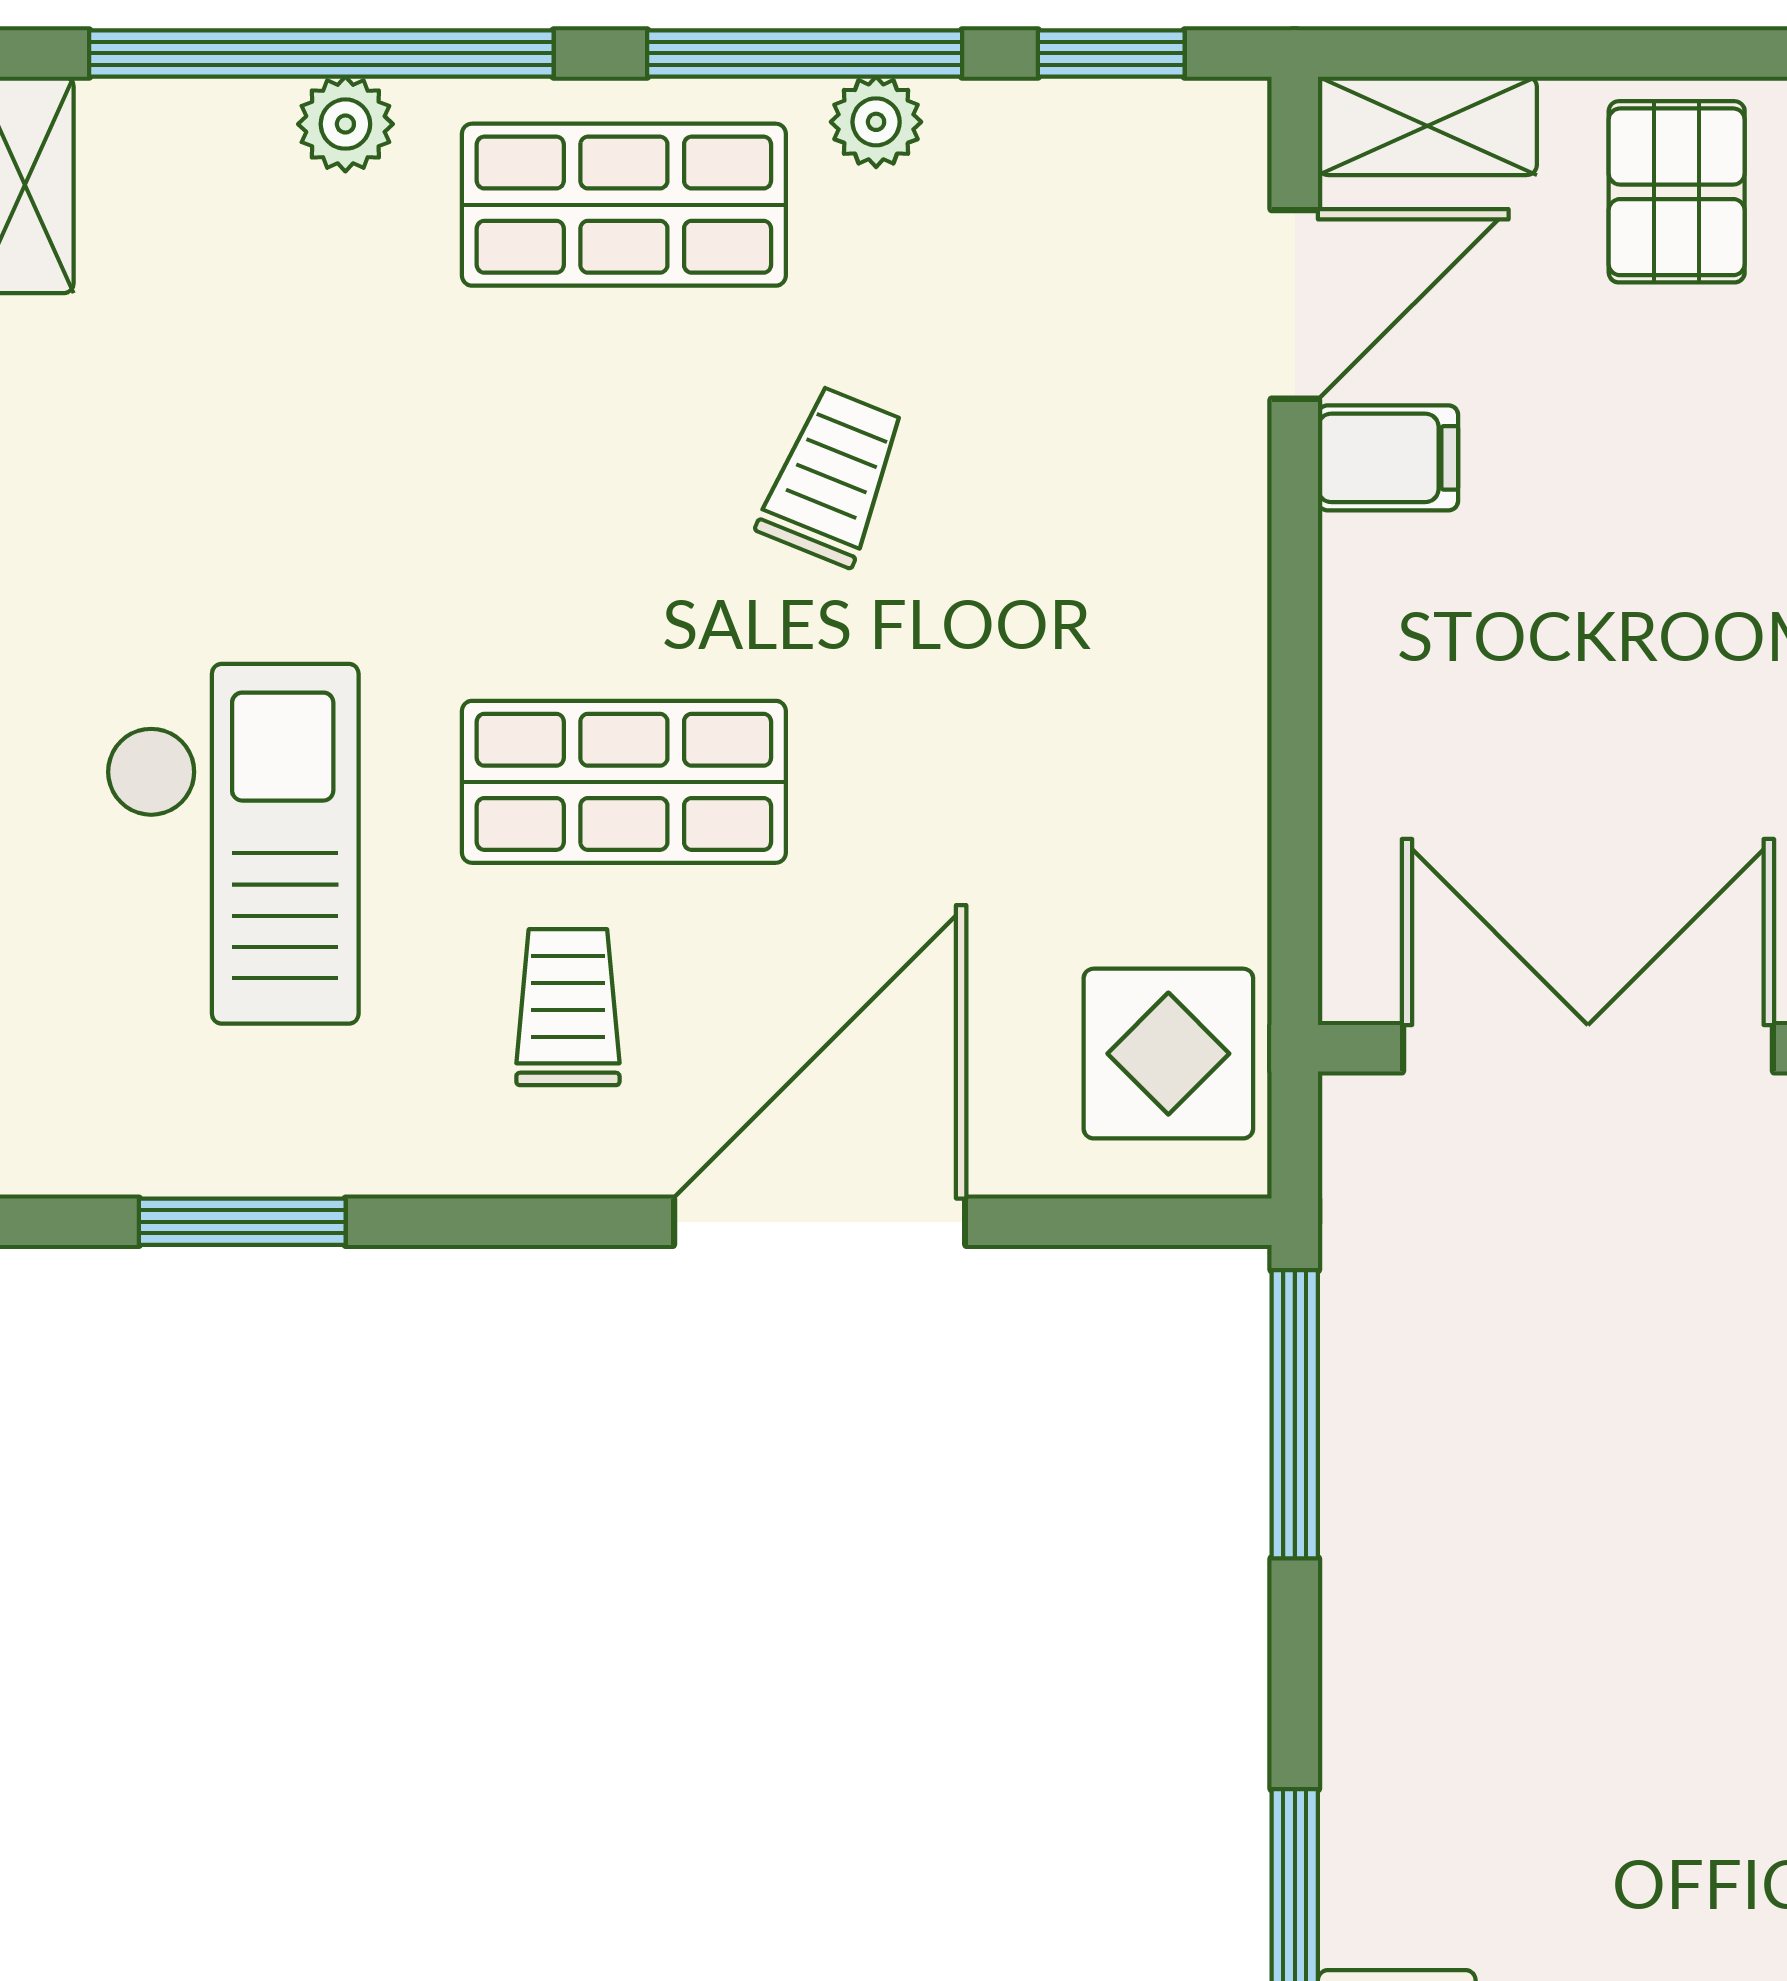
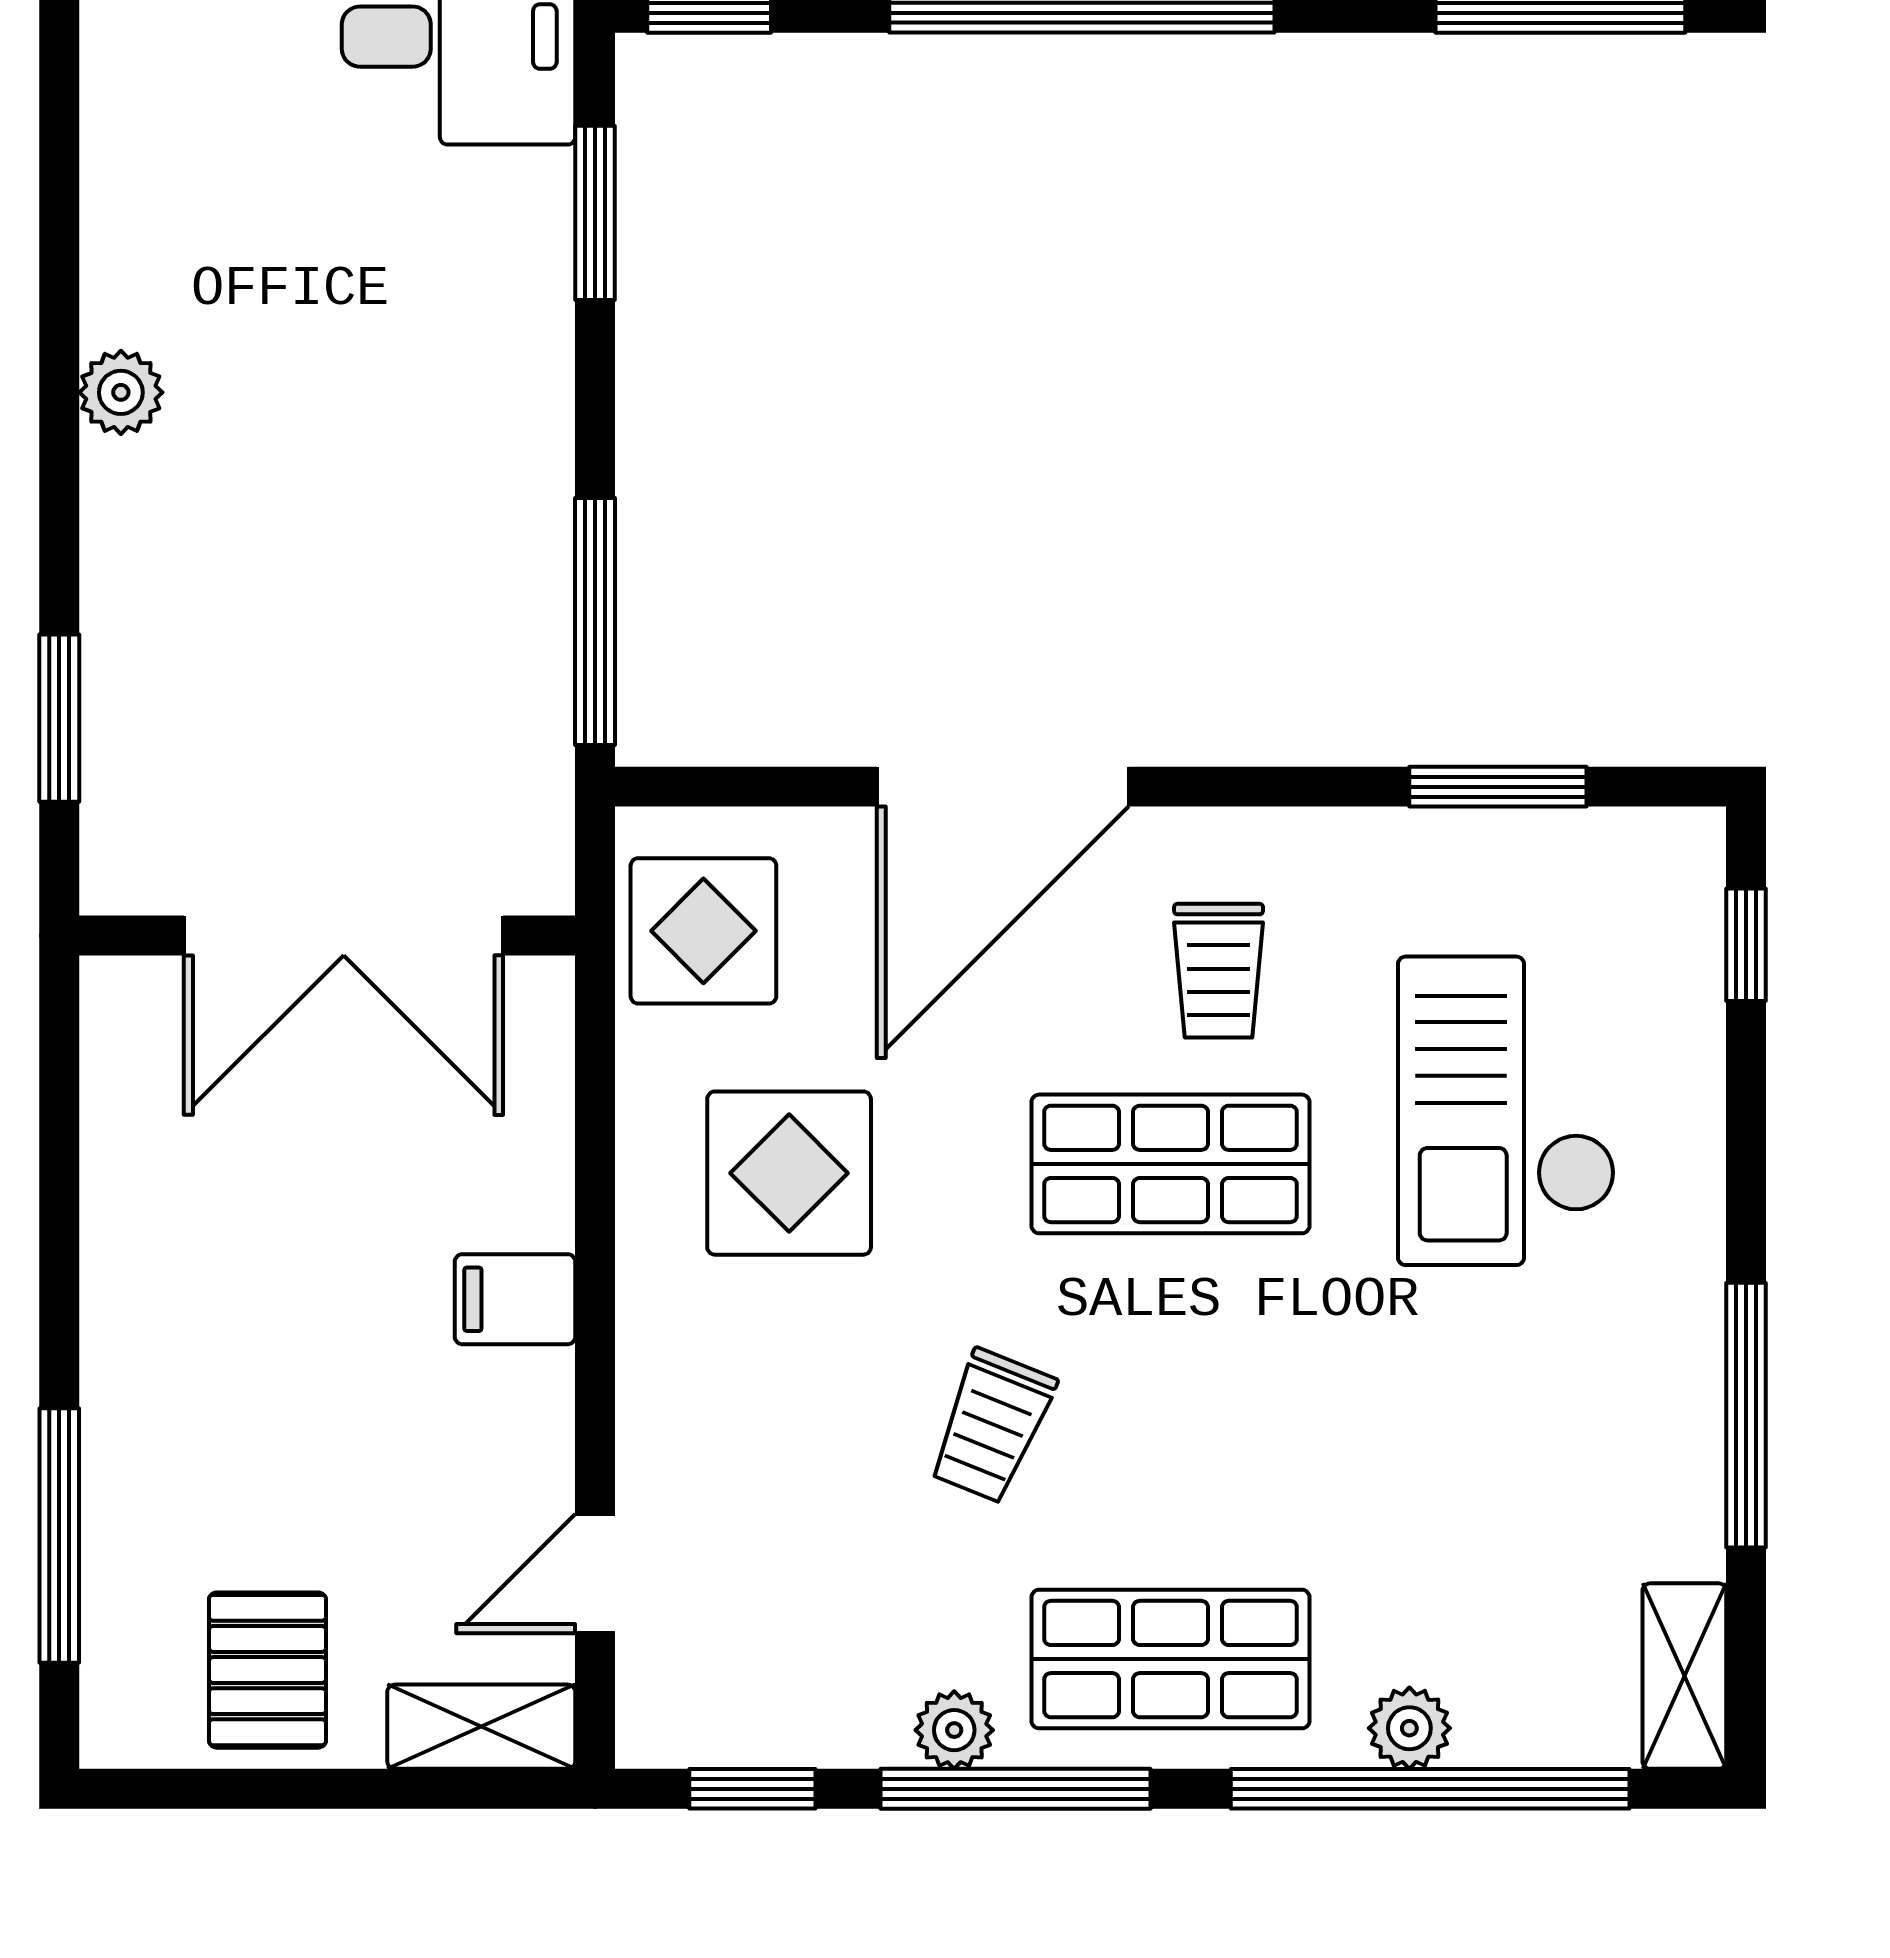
door: (1295, 304) -> (595, 1574), width x0.73
filing cabinet: (1388, 458) -> (515, 1299), moved
display table: (1069, 771) -> (789, 1173), added

